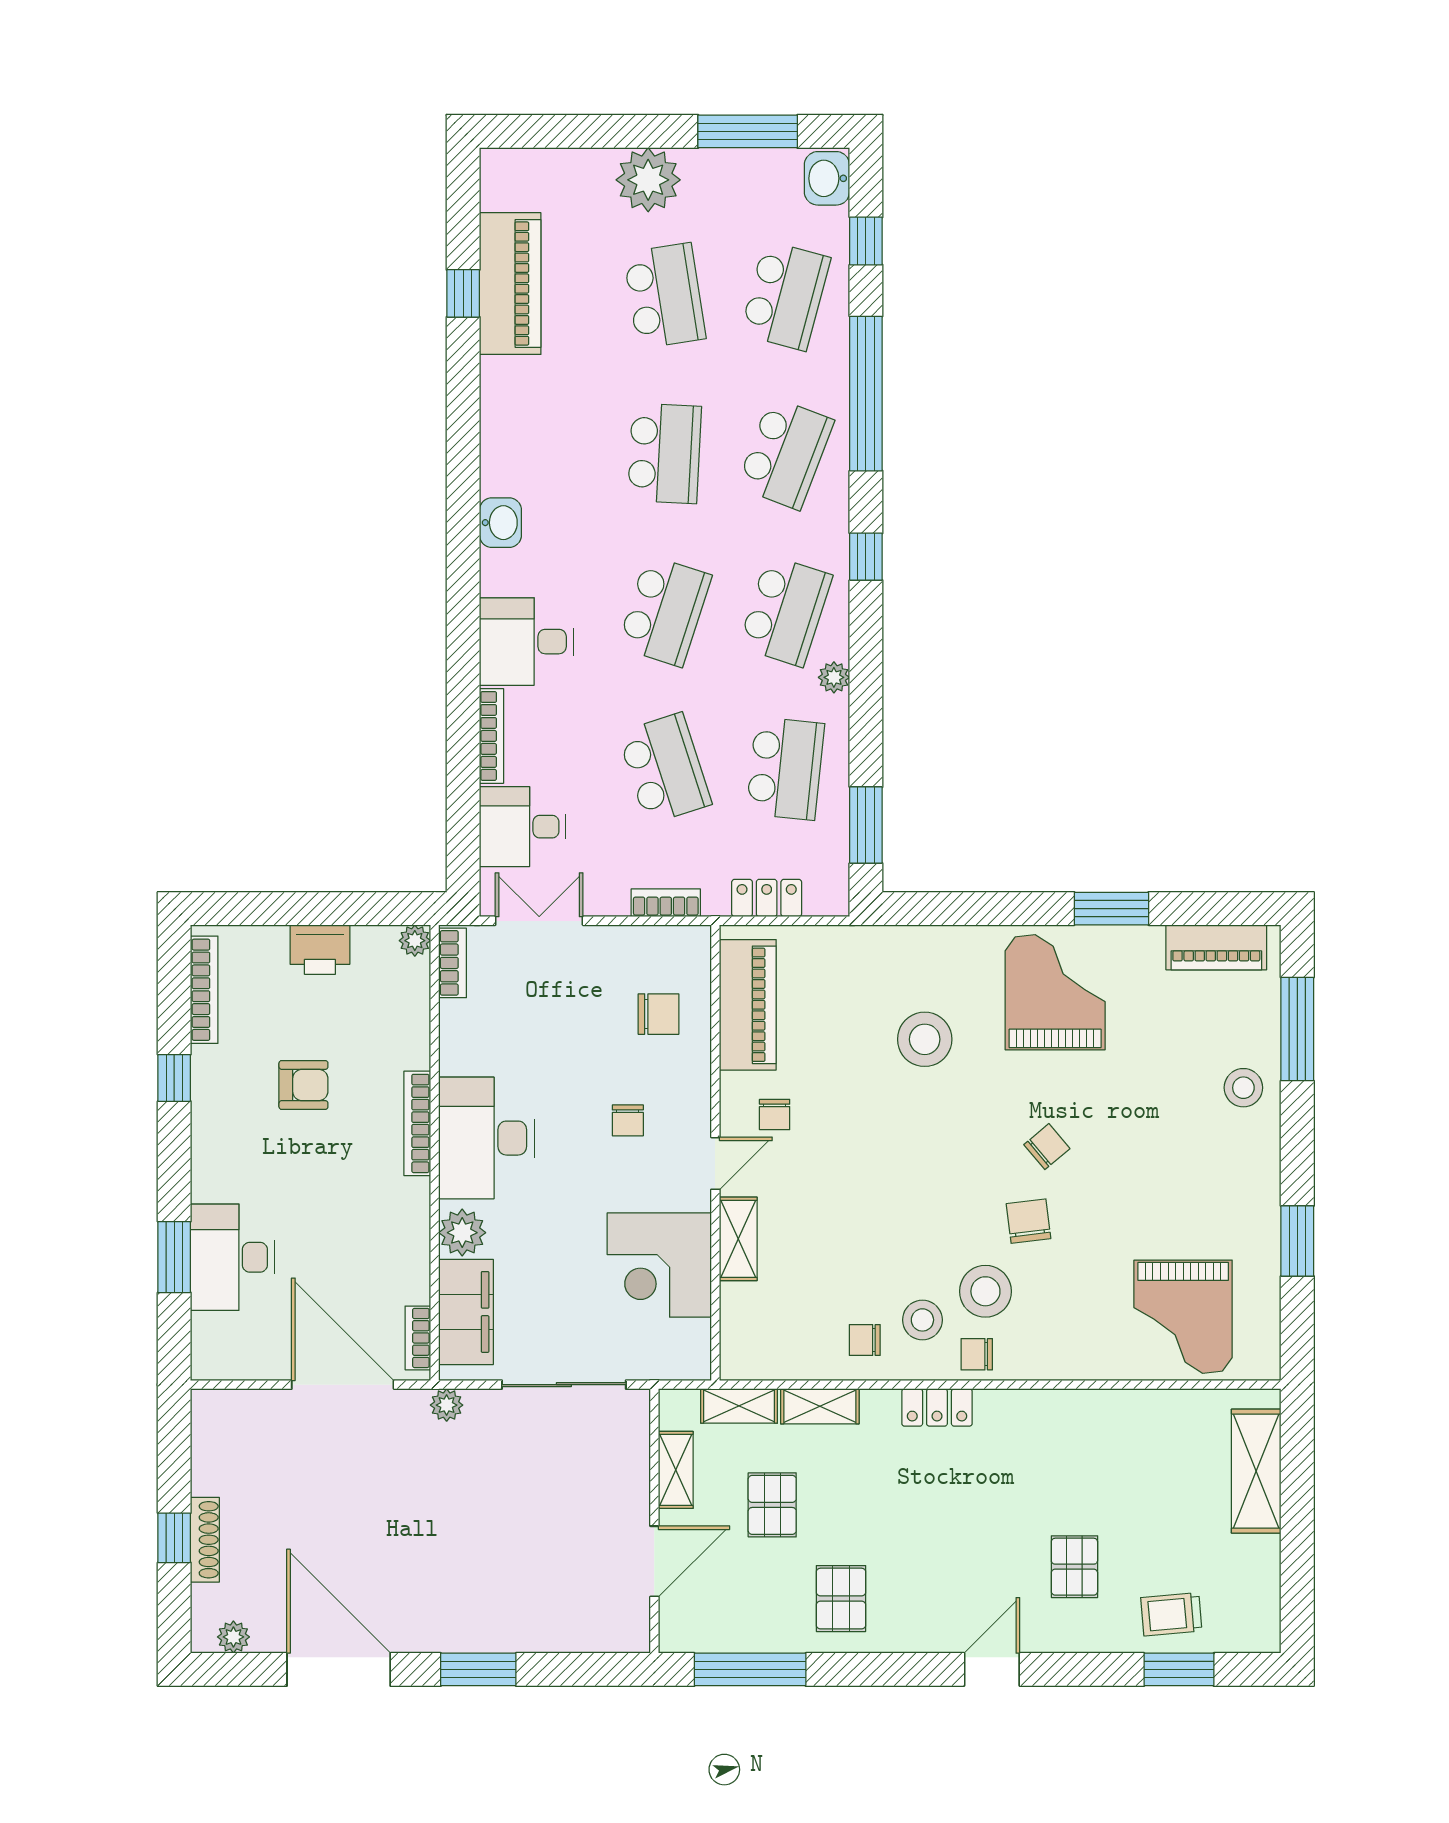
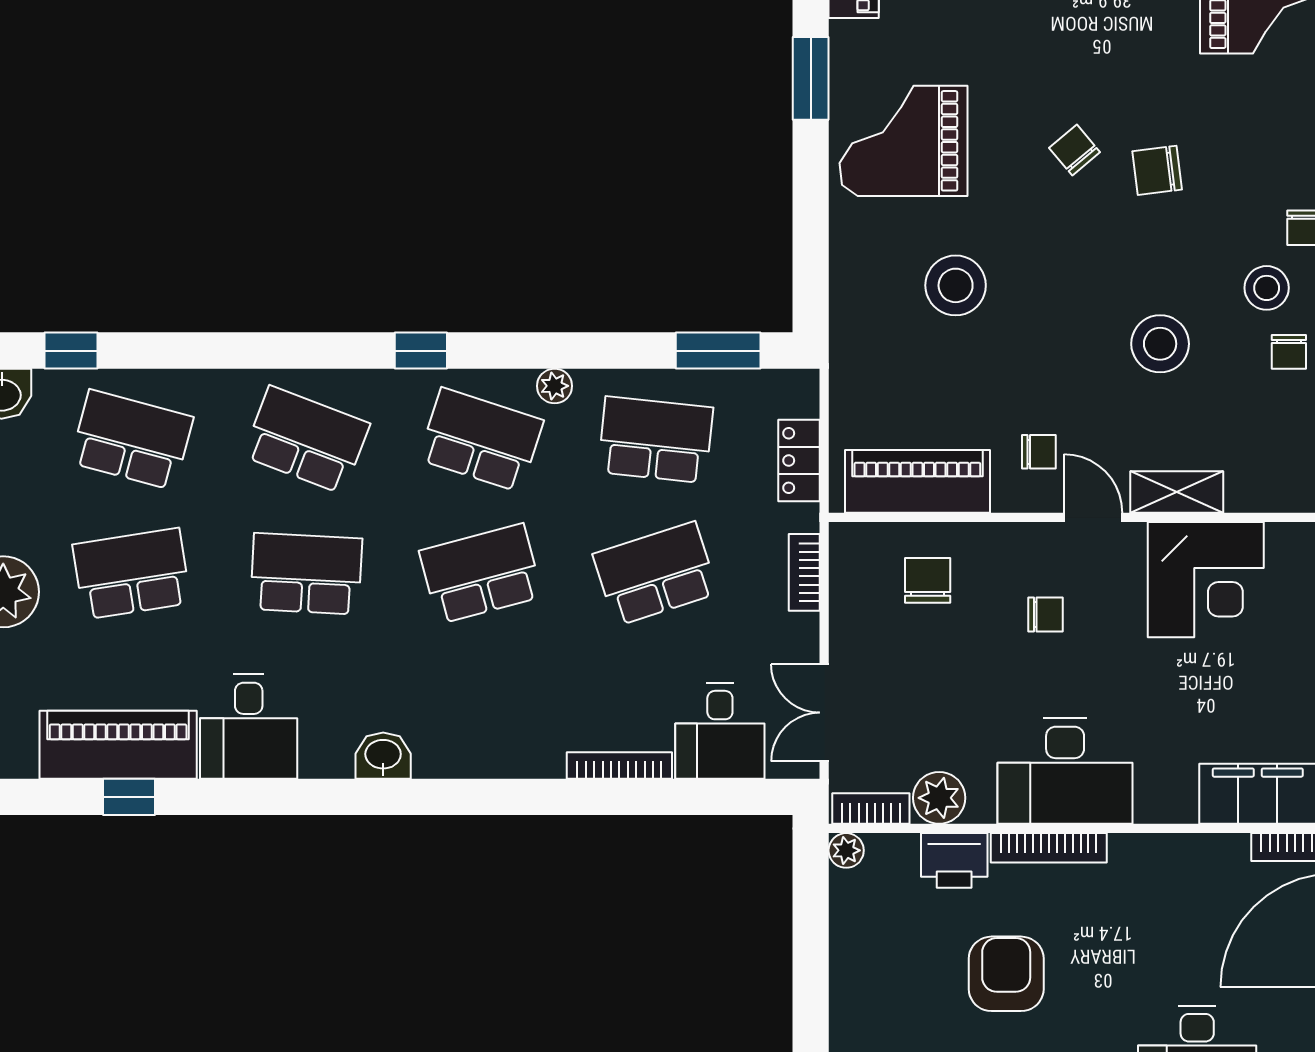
window: (866, 394) -> (240, 351), removed
school desk: (665, 611) -> (481, 574), turned -33
desk: (527, 642) -> (249, 727), moved
printer: (320, 950) -> (954, 860), moved, turned 90
armchair: (303, 1085) -> (1006, 974), width x1.38, depth x1.38
plant: (462, 1233) -> (939, 798), moved
stool: (985, 1291) -> (1160, 344), moved

